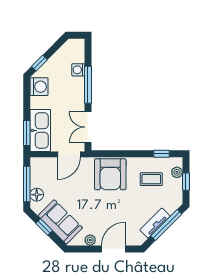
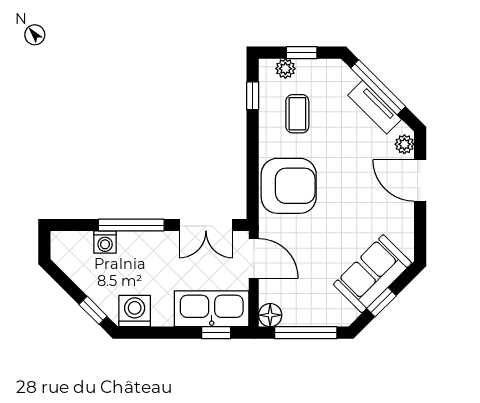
window: (27, 133) -> (216, 333), width x0.67
floor lamp: (37, 195) -> (270, 315), moved
plant: (90, 240) -> (404, 144), moved

